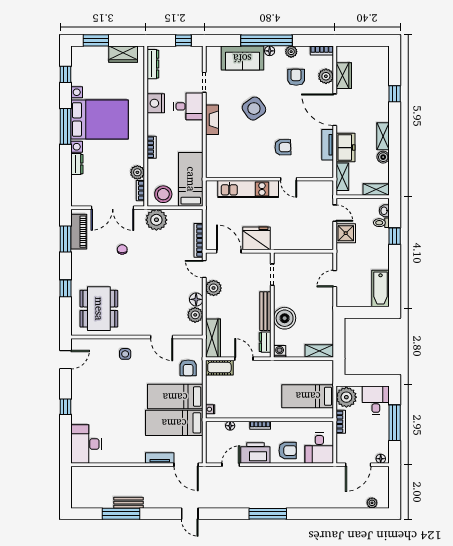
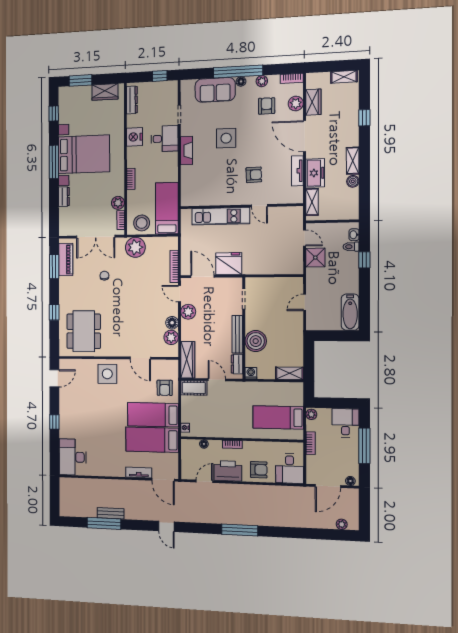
side table: (254, 109) -> (226, 138), turned 36
shelving: (376, 190) -> (344, 77), moved
side table: (125, 354) -> (107, 374), width x1.87, depth x1.87
plant: (346, 397) -> (311, 414), width x0.53, depth x0.53

